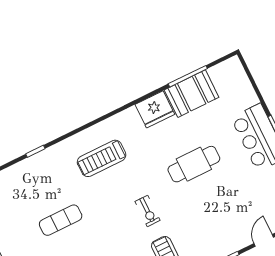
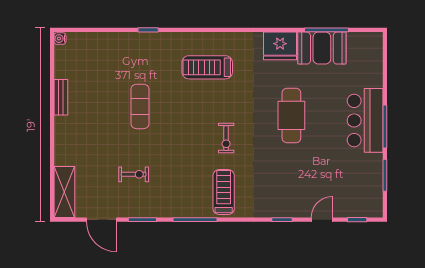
cafe table: (194, 164) -> (291, 115), turned 90
exercise mat: (61, 220) -> (140, 106), turned 90

